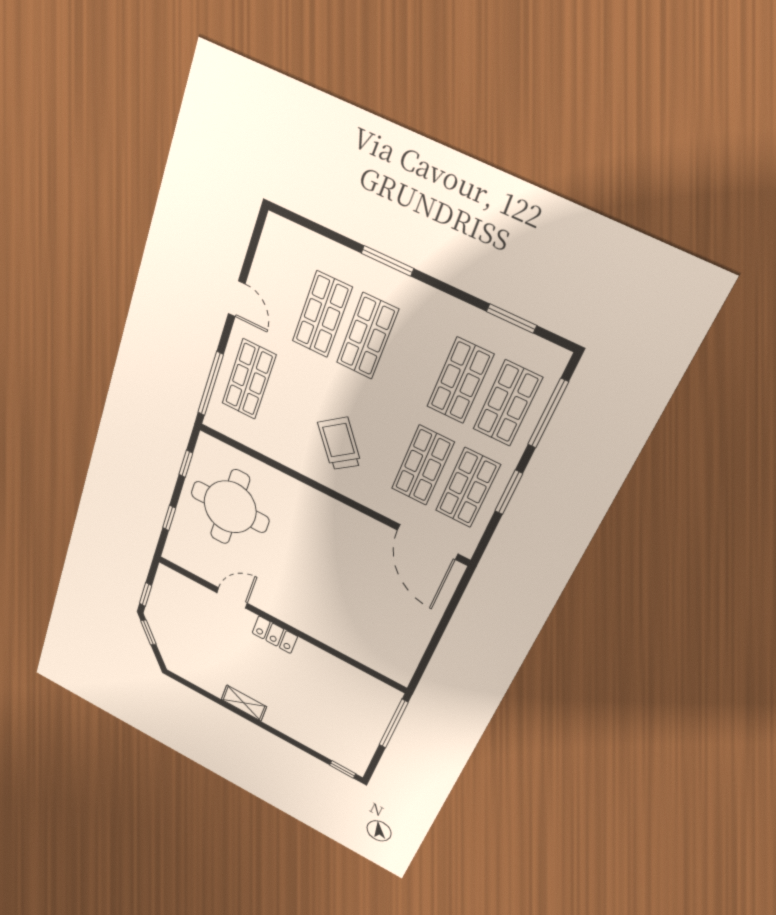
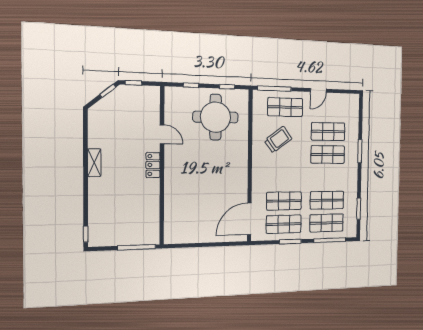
trolley: (340, 444) -> (278, 140), moved

